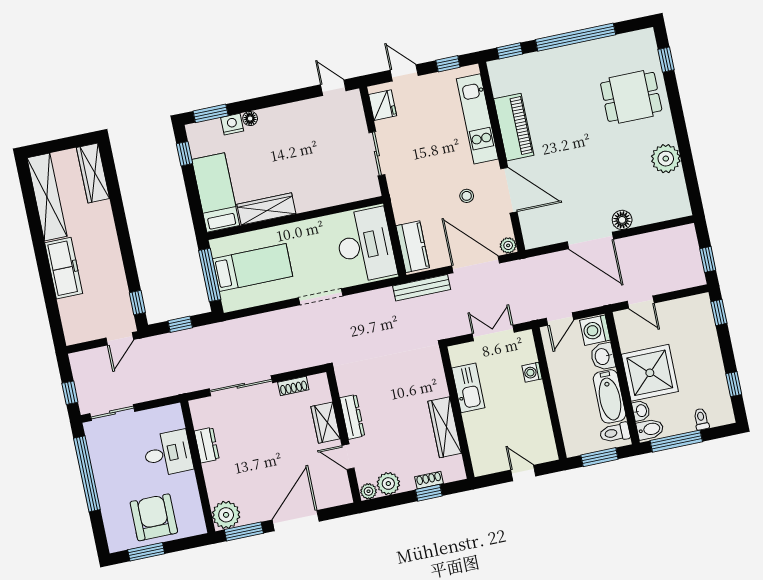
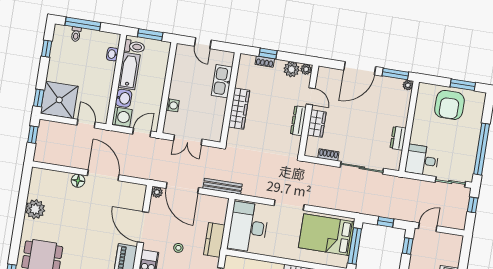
stool: (467, 196) -> (178, 248), moved
kitchen counter: (413, 247) -> (214, 240), moved
bed: (253, 268) -> (326, 235), width x1.50
shower: (650, 373) -> (59, 100), moved
kitchen sink: (468, 388) -> (222, 81), moved
wardrobe: (445, 427) -> (239, 109), moved
bidet: (650, 429) -> (111, 40), removed
window: (676, 441) -> (83, 24), moved
desk: (168, 453) -> (422, 160), moved
plant: (226, 515) -> (408, 85), width x0.53, depth x0.53

